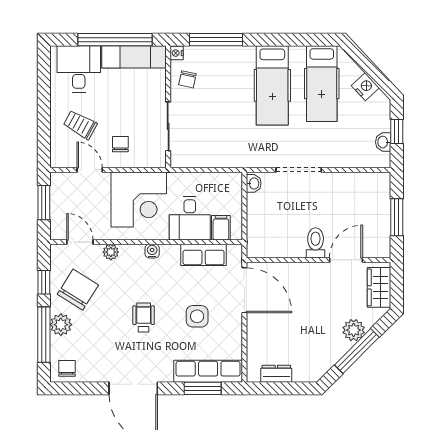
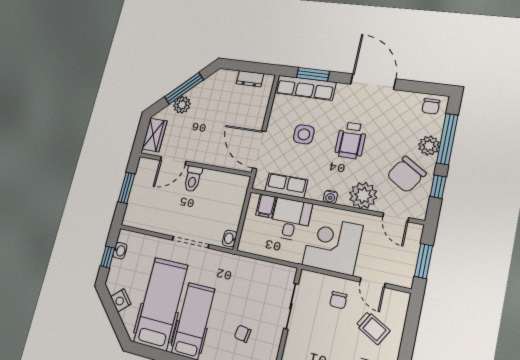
chair: (187, 79) -> (243, 334), moved, turned -93
hospital bed: (322, 84) -> (161, 304), width x1.37, depth x1.29
plant: (111, 252) -> (363, 195), width x1.88, depth x1.88
wheelchair: (144, 318) -> (351, 140), width x1.36, depth x1.37

